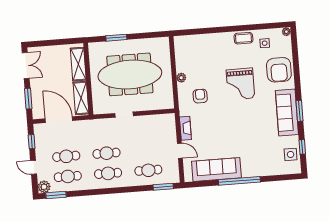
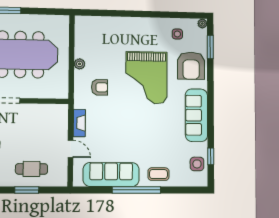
coffee table: (243, 38) -> (159, 174), moved
grand piano: (240, 84) -> (146, 78), width x1.37, depth x1.48
armchair: (200, 96) -> (100, 87), turned 90
window: (299, 111) -> (210, 47), moved
window: (163, 187) -> (27, 190), moved

